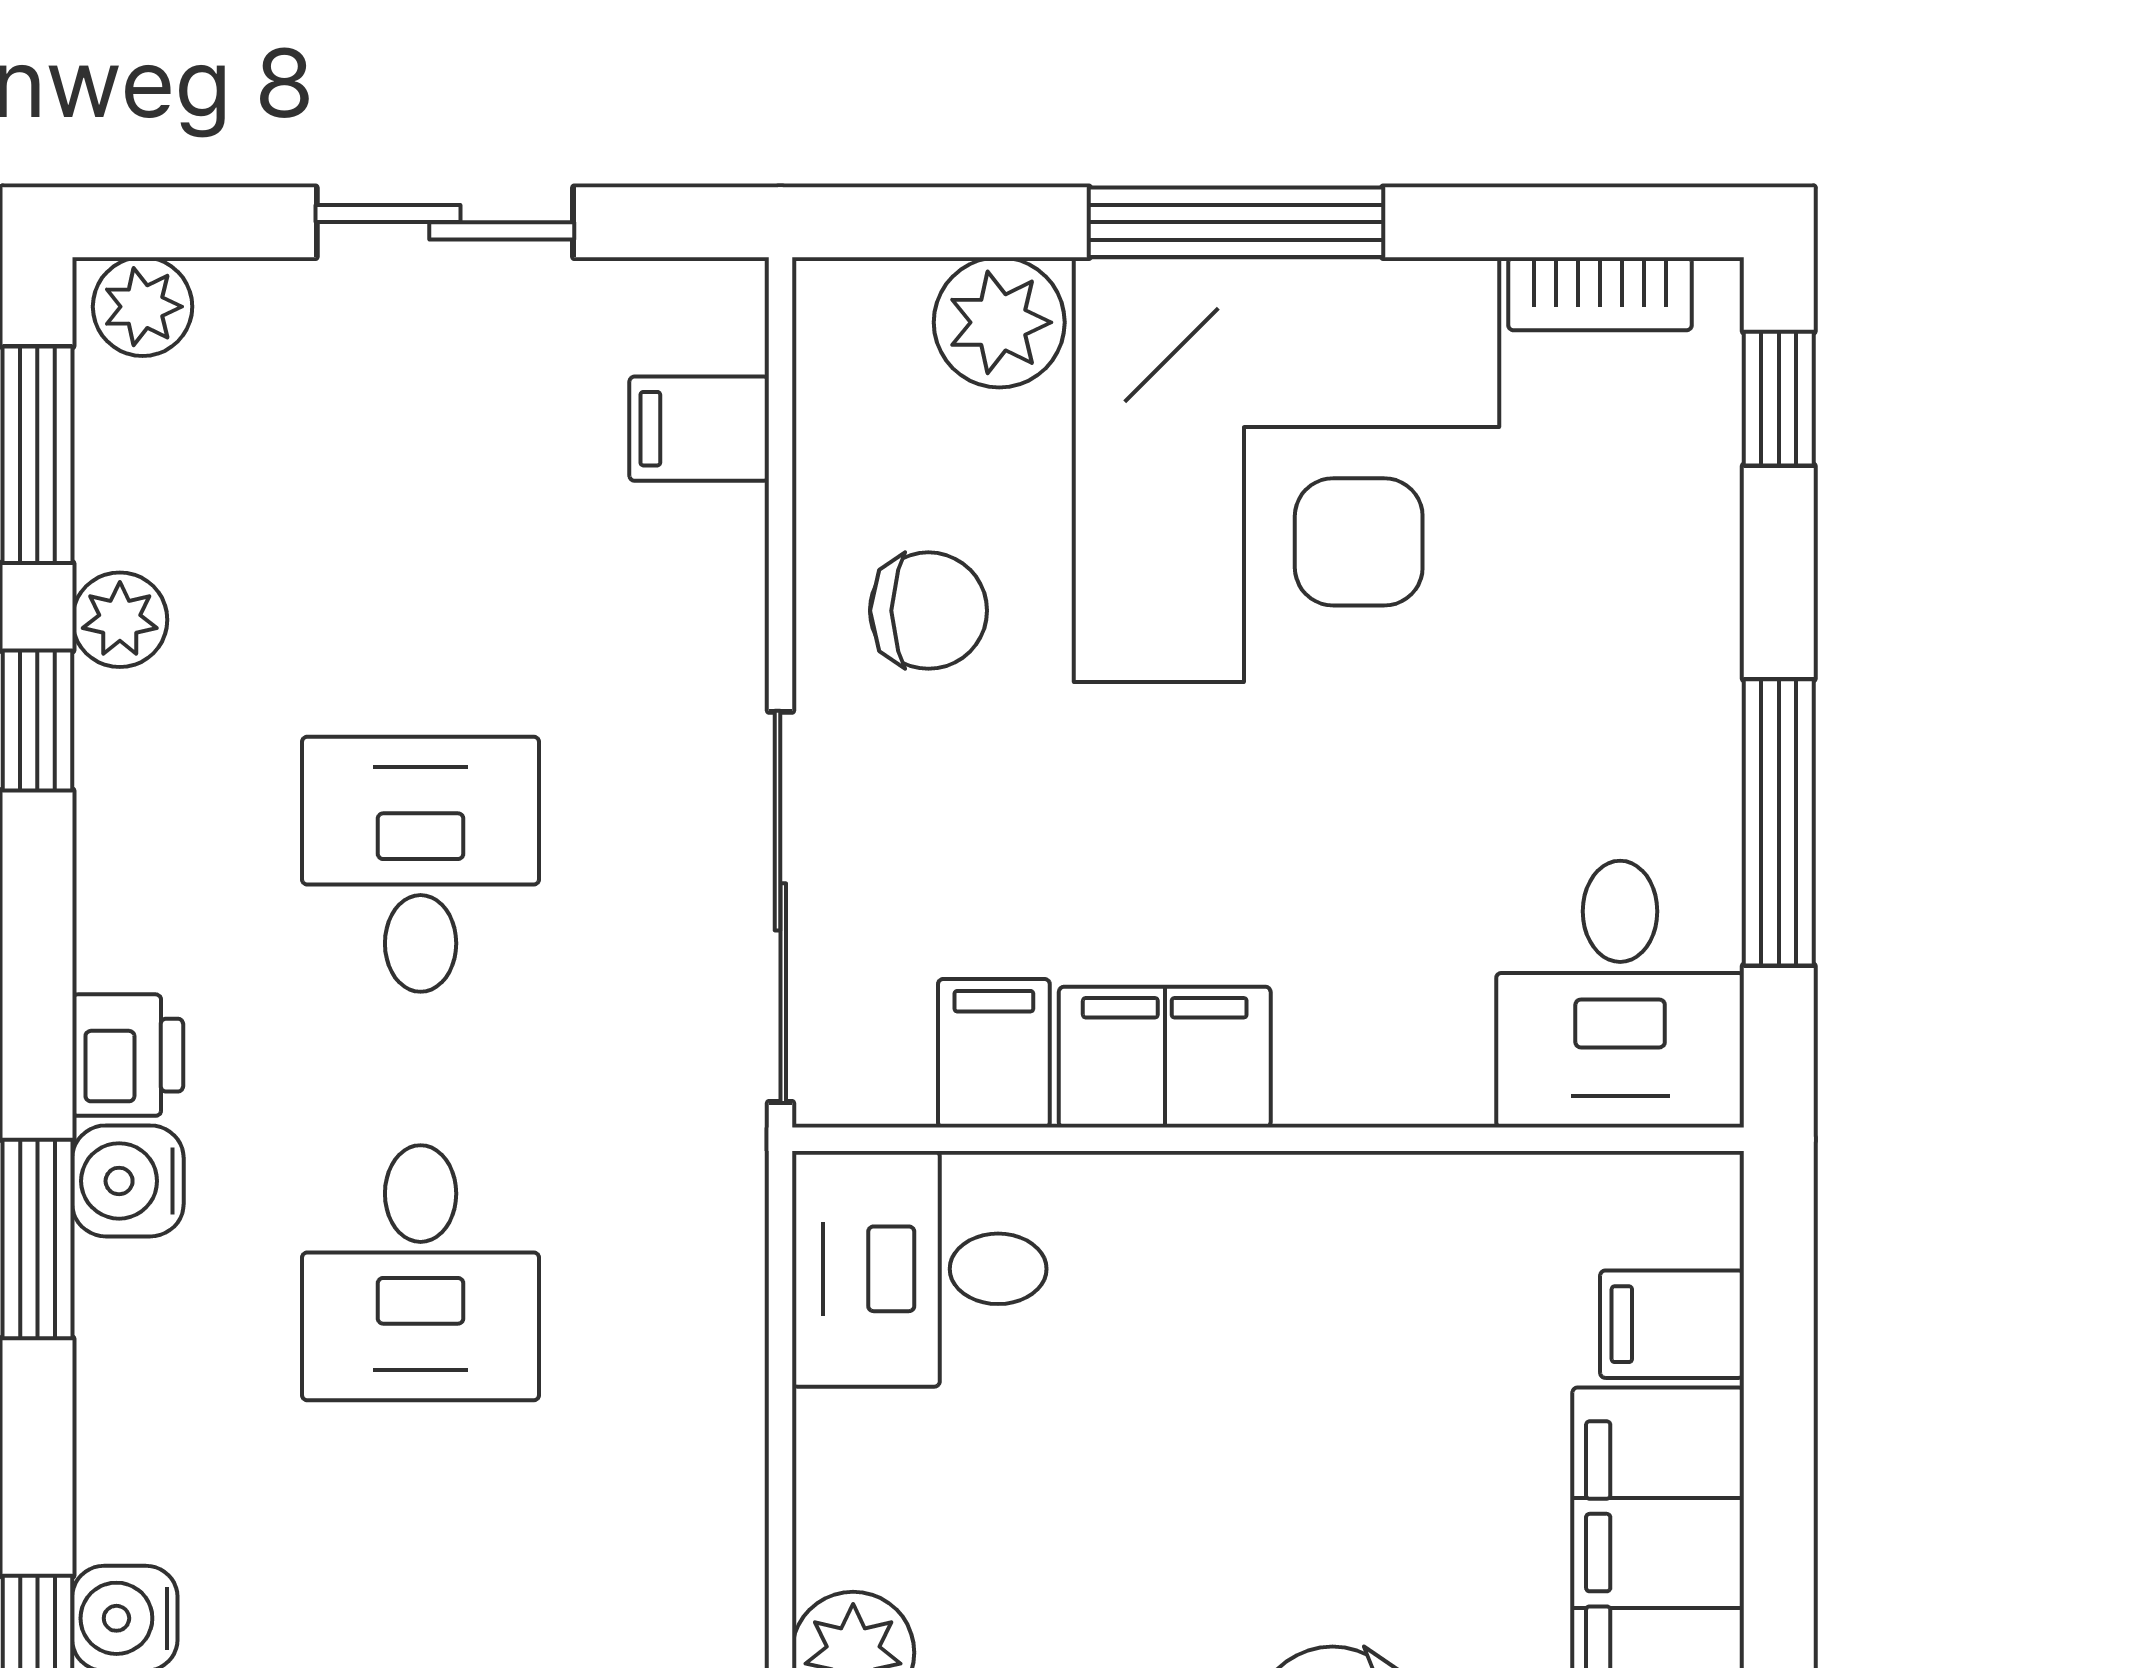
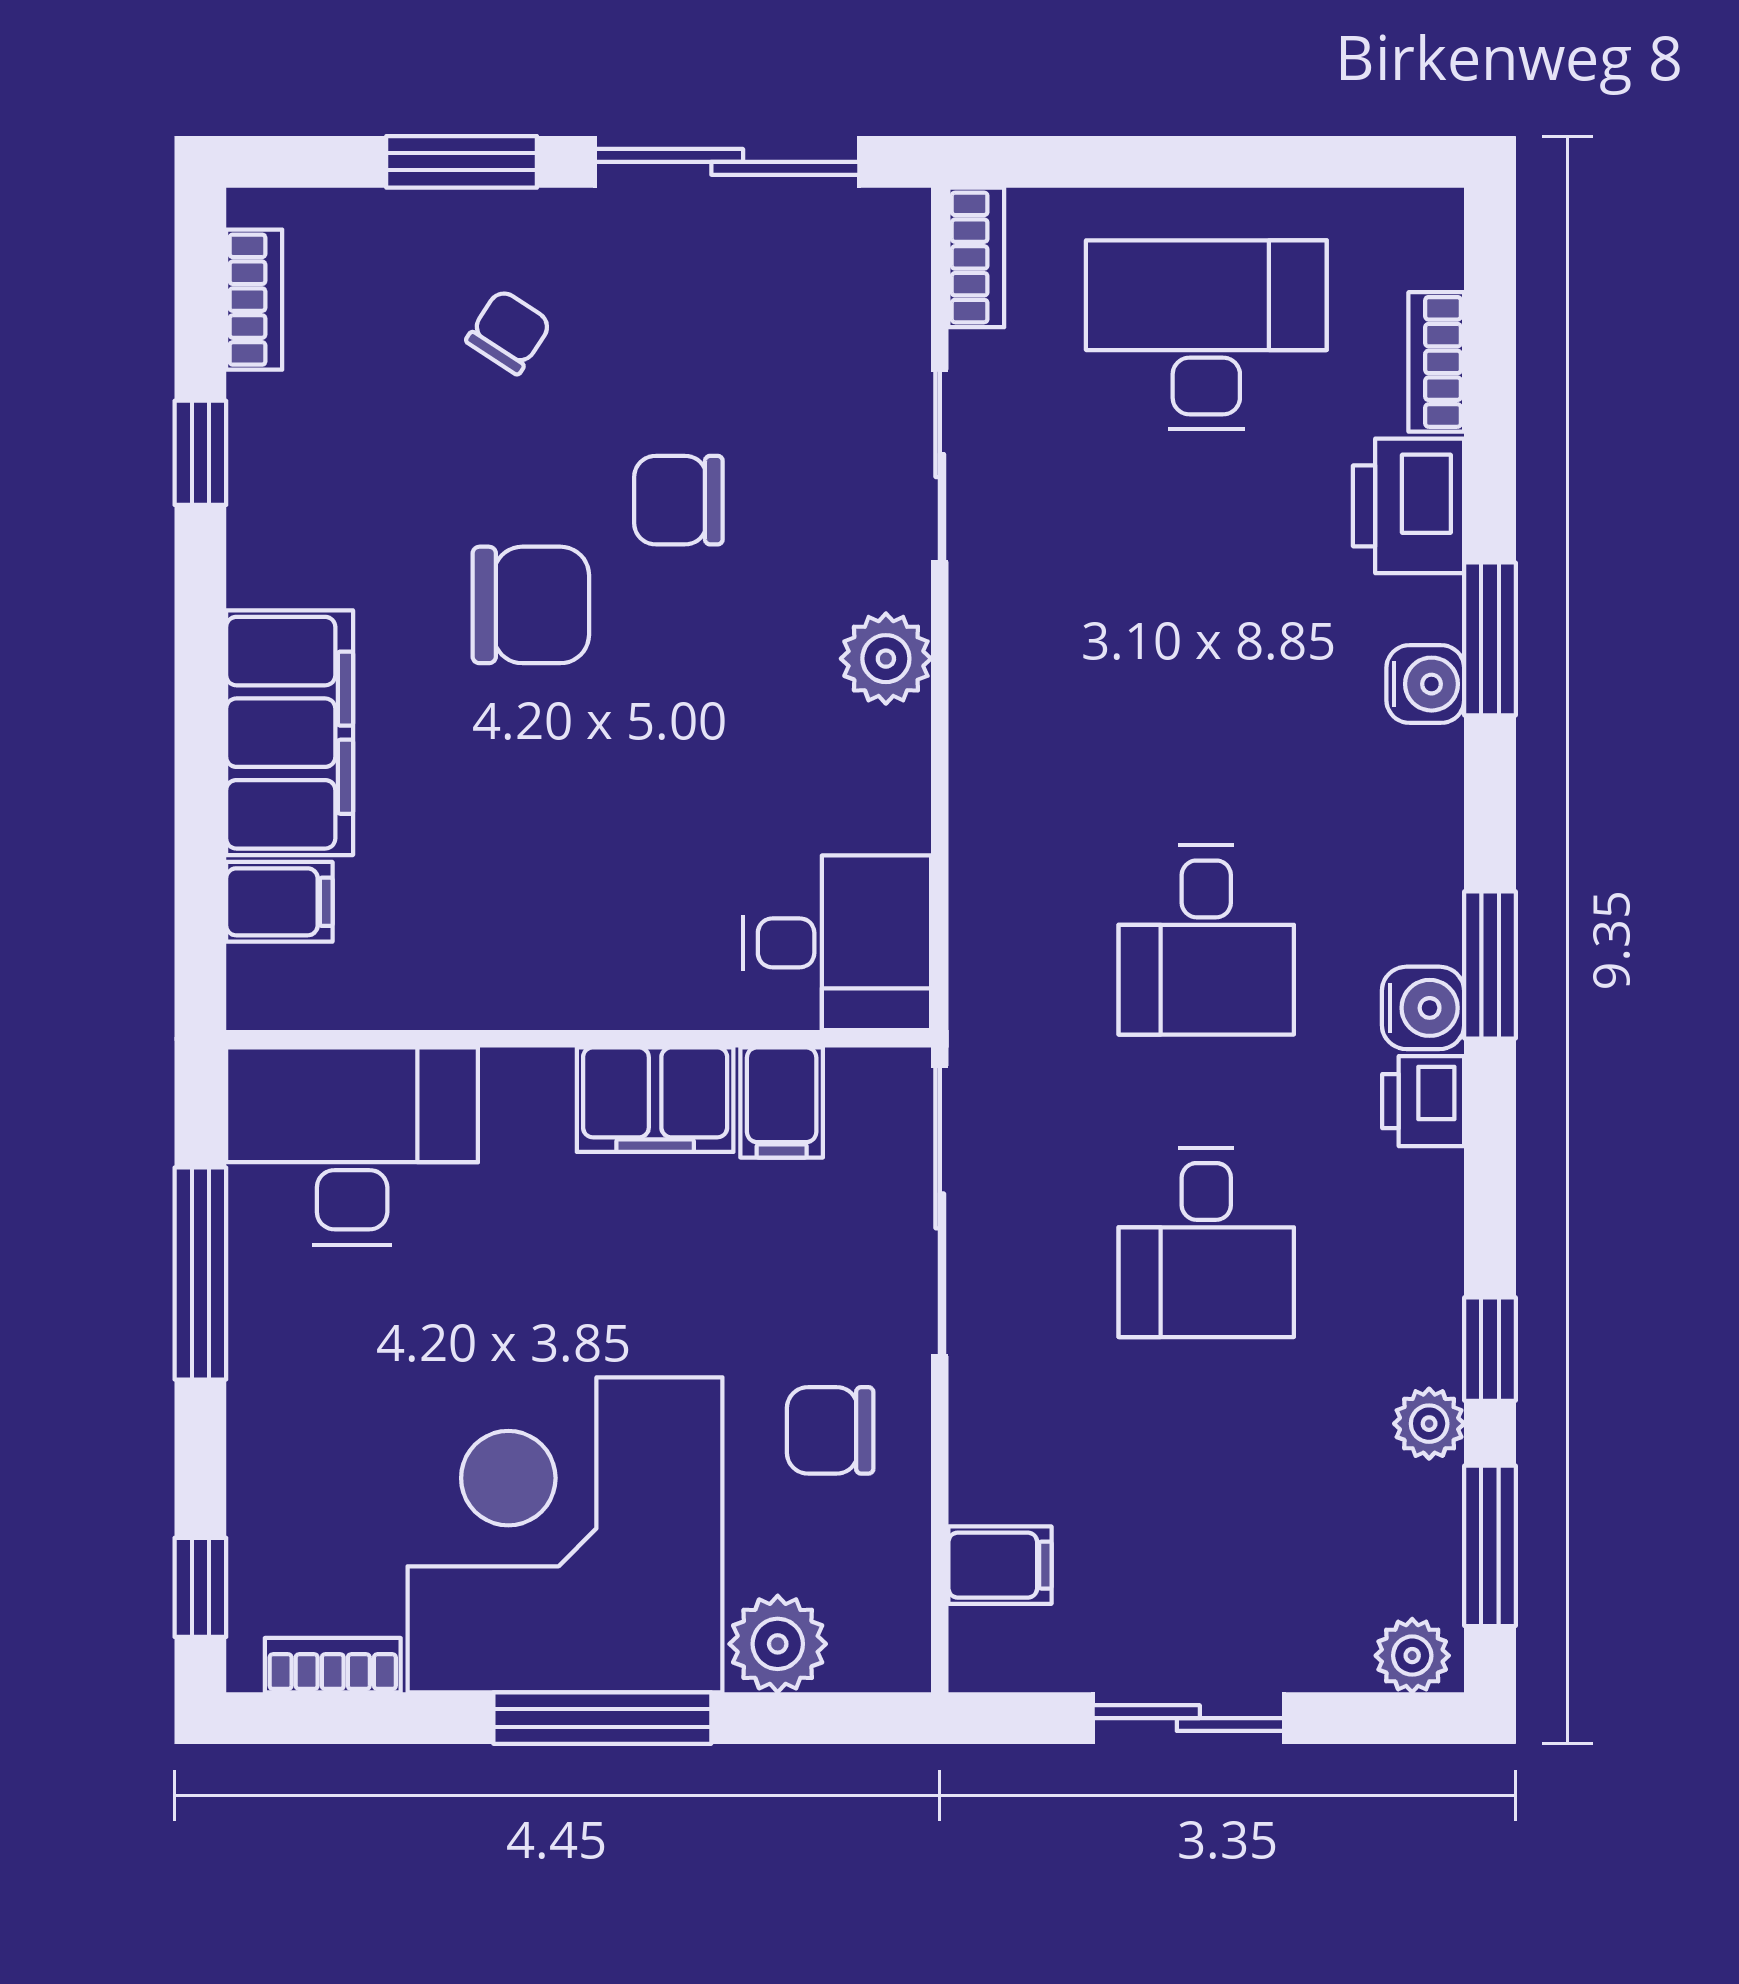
desk: (1620, 994) -> (352, 1146), width x1.37
desk: (421, 1273) -> (1206, 940), turned 180

